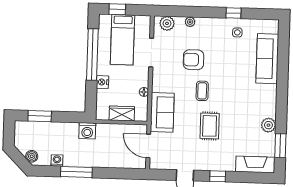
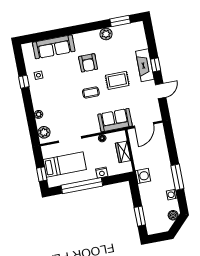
armchair: (194, 60) -> (88, 63), moved
fireplace: (255, 164) -> (145, 65), moved

